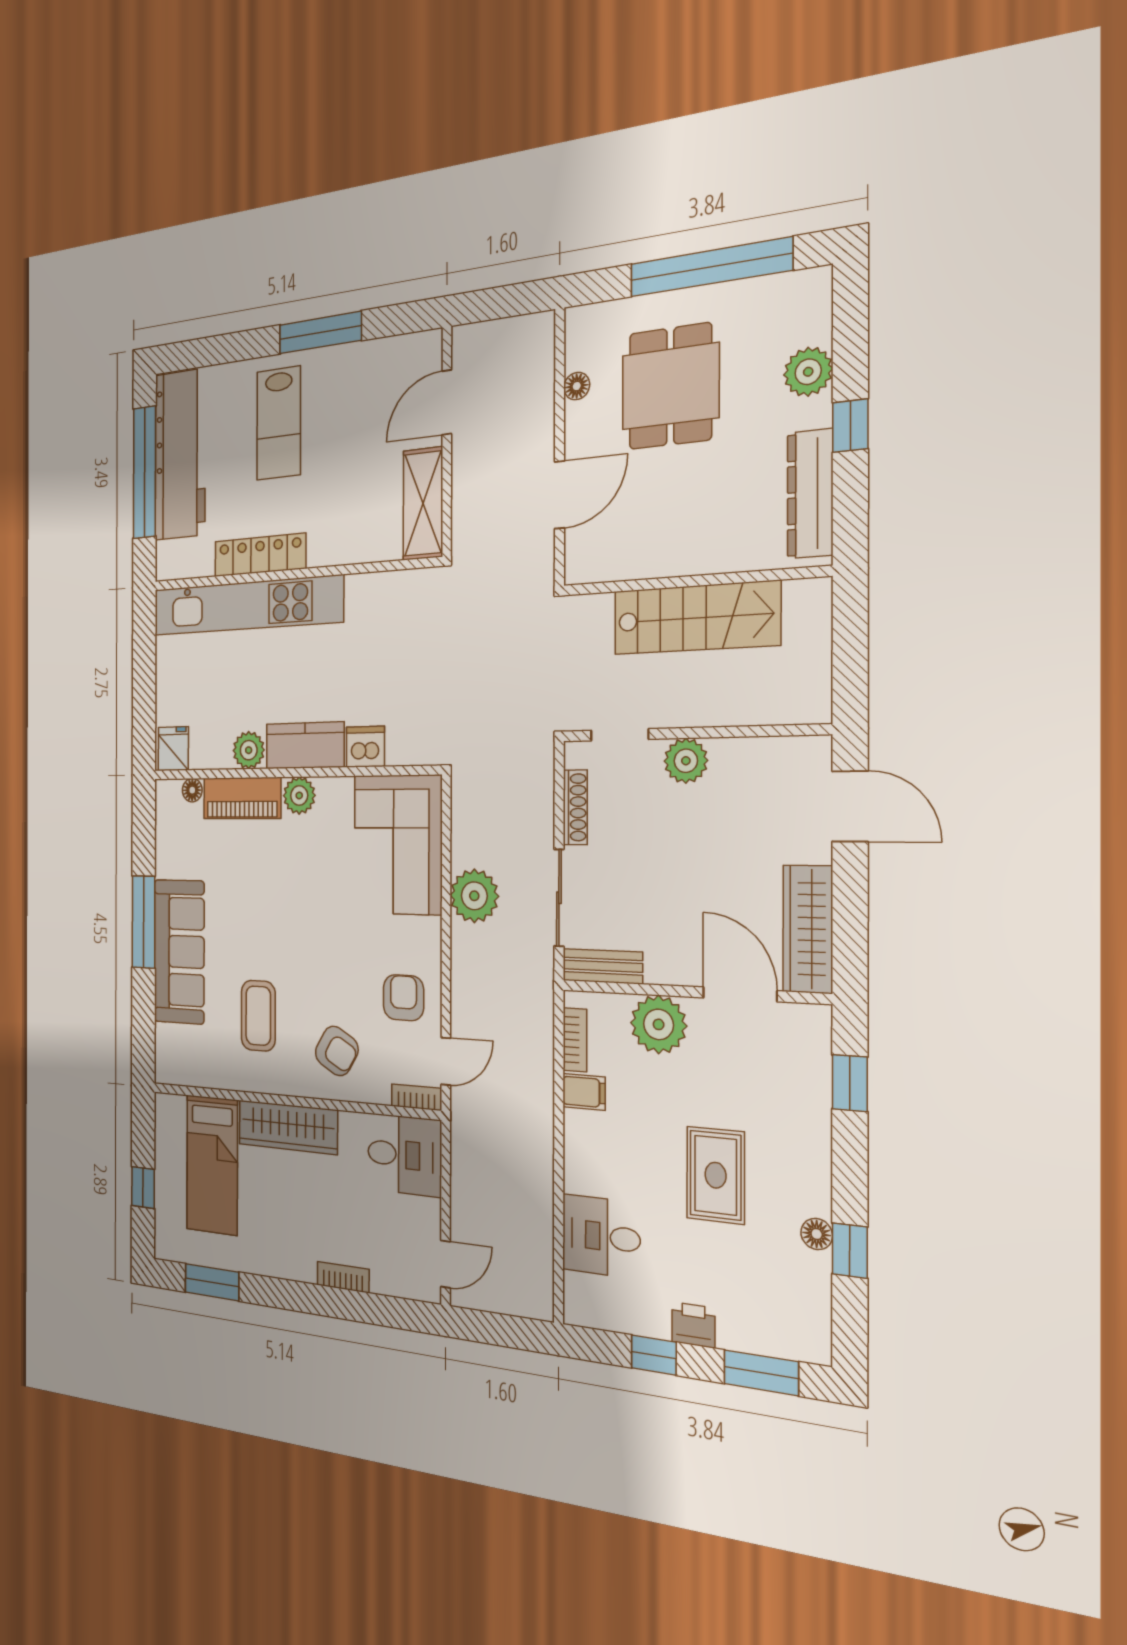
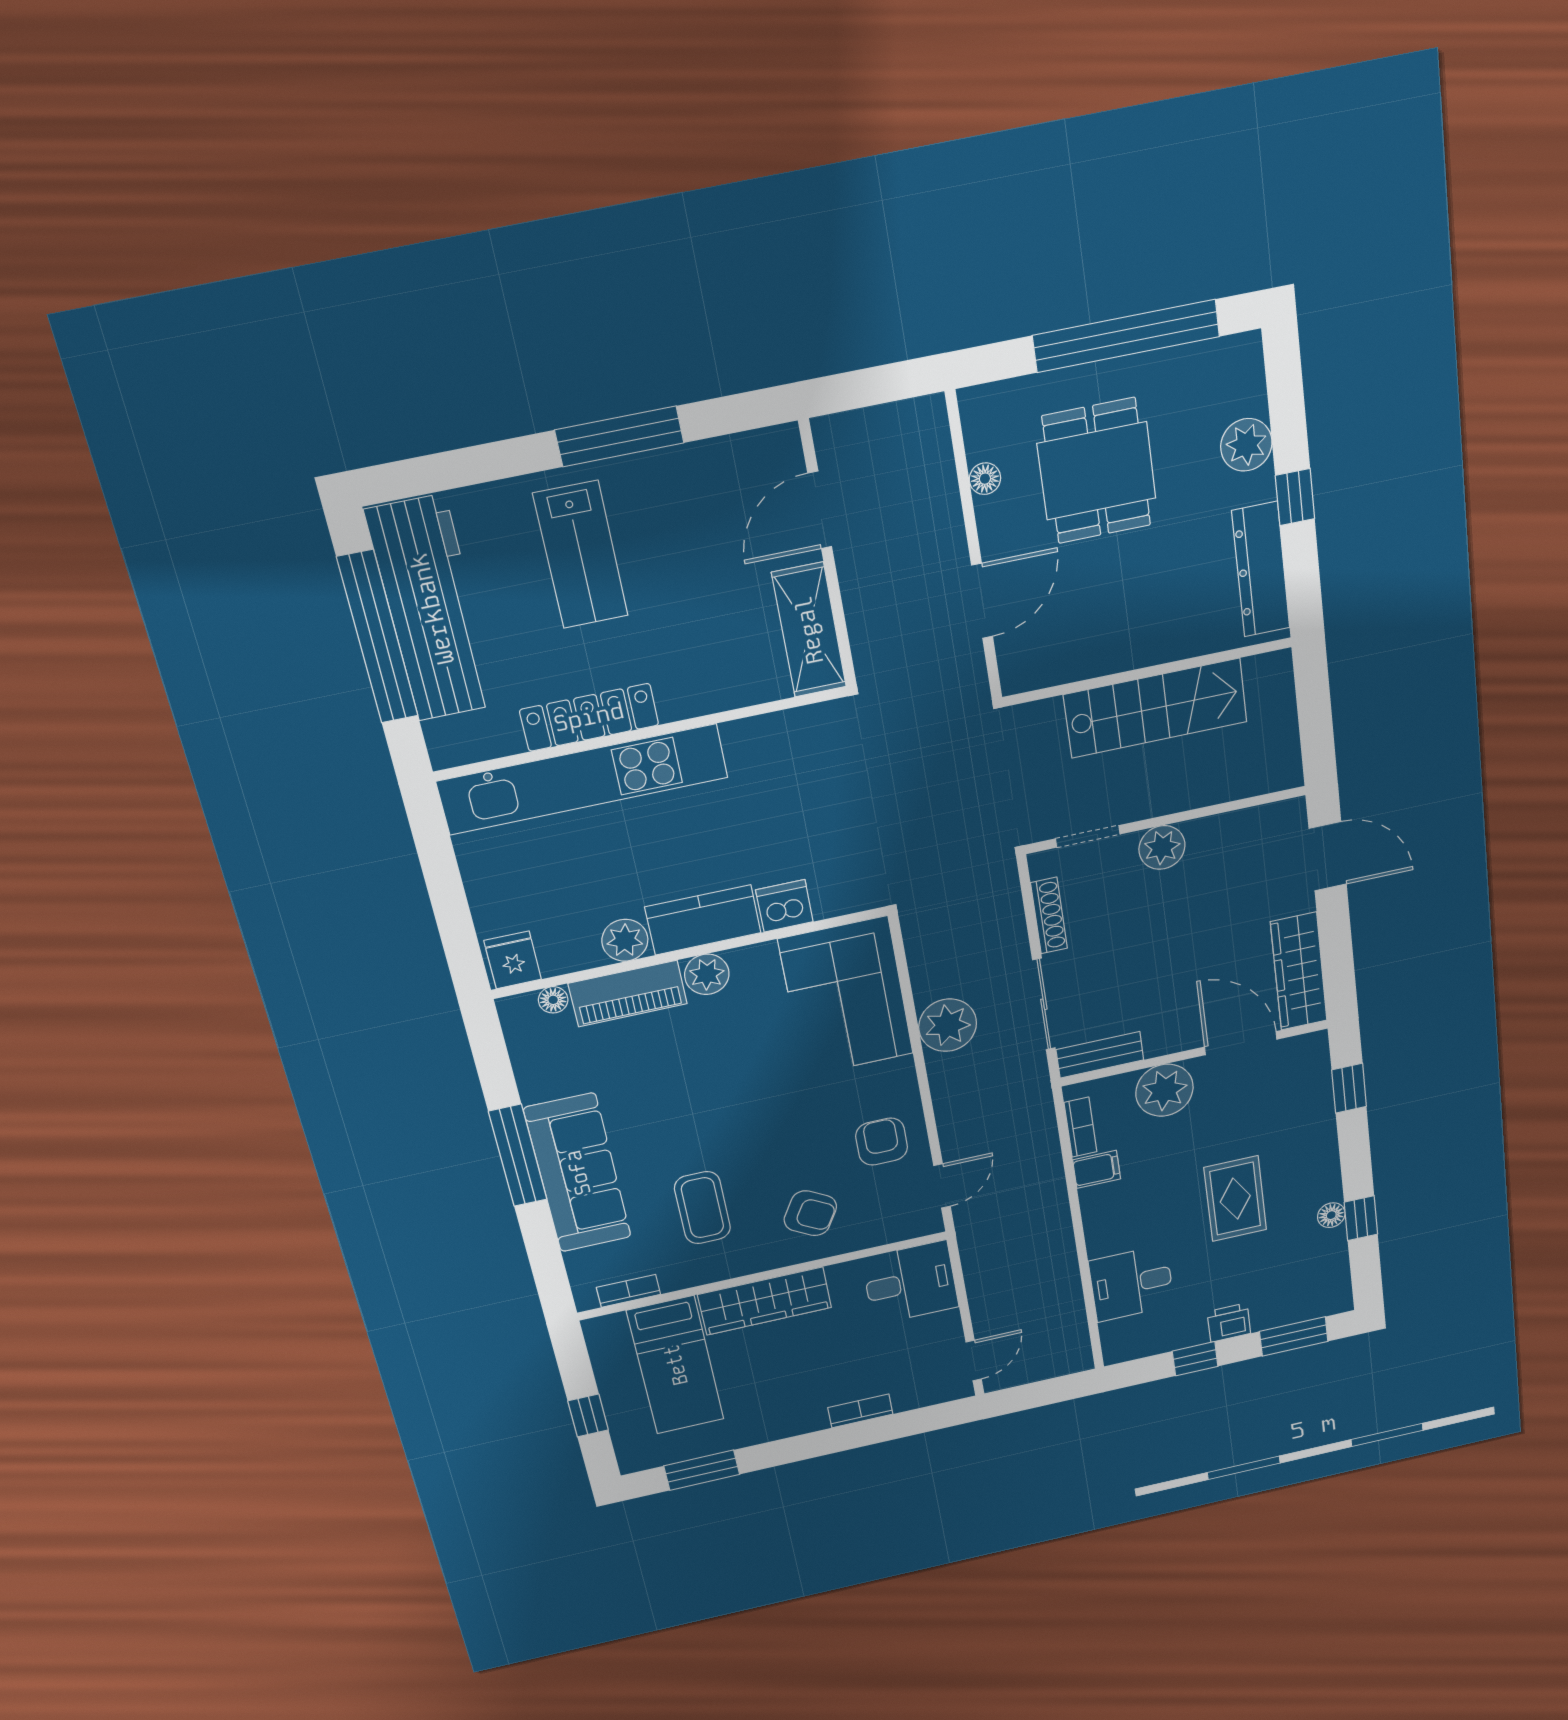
bookcase: (417, 1097) -> (628, 1291), moved

